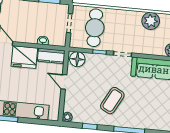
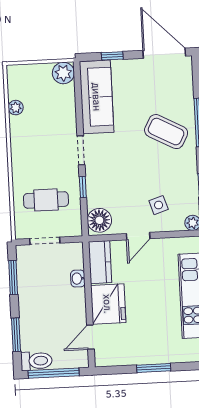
plant: (151, 21) -> (16, 108), width x0.53, depth x0.53
cafe table: (95, 28) -> (46, 200), width x0.73, depth x0.74
side table: (81, 97) -> (159, 205), added
coffee table: (112, 101) -> (166, 132), moved

